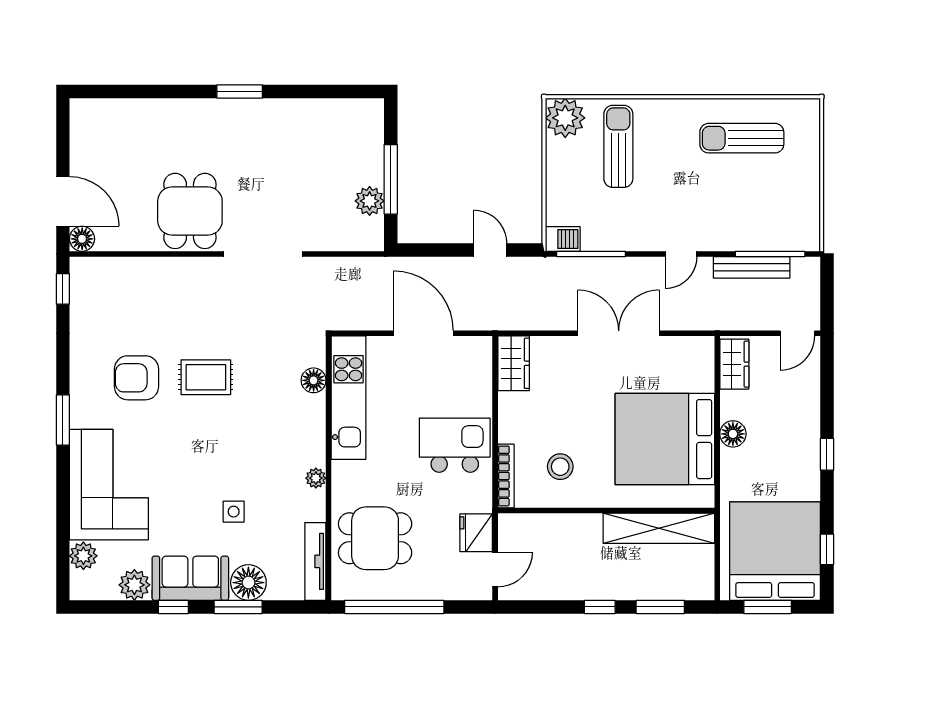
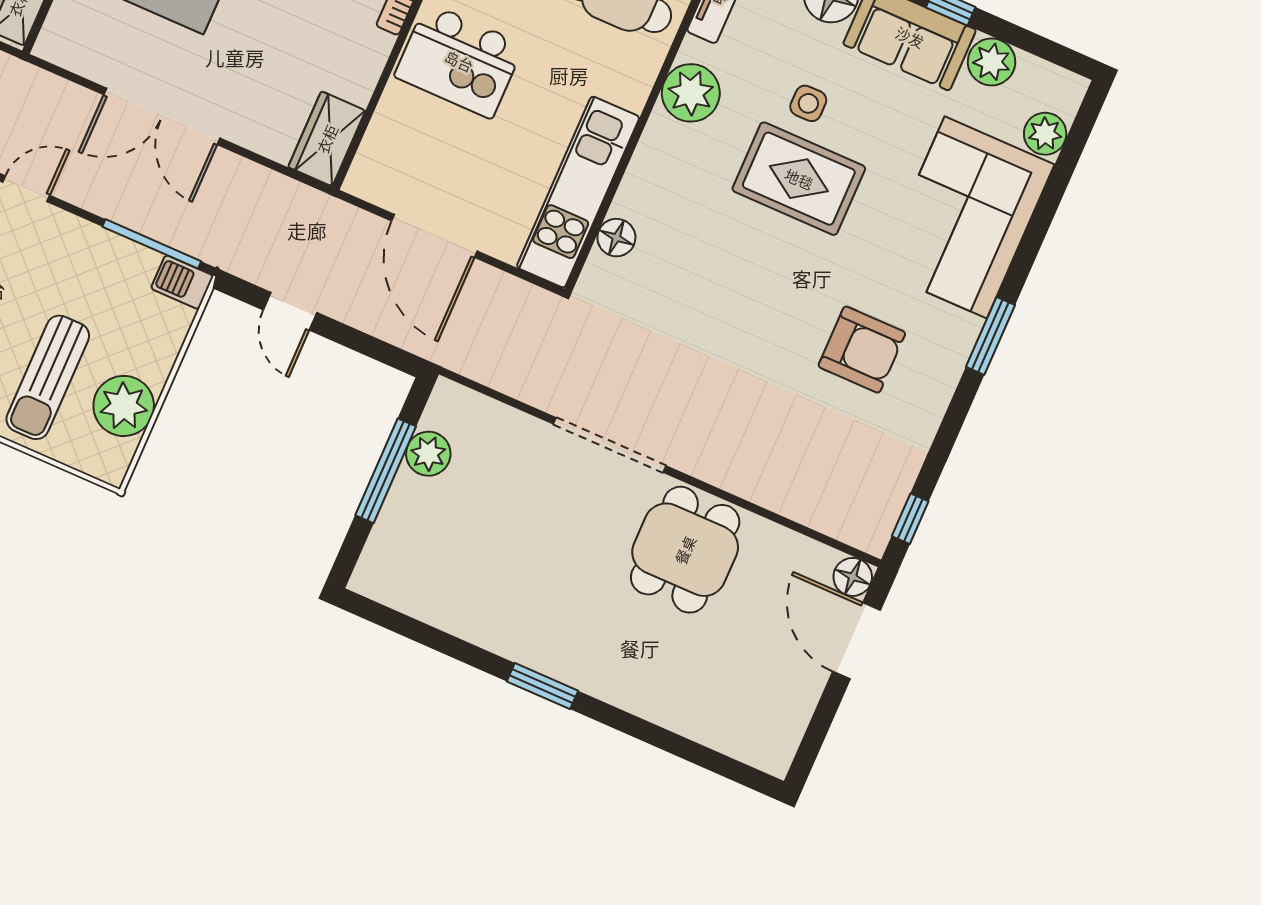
plant: (565, 118) -> (124, 406), moved
rug: (206, 377) -> (799, 179), moved, width x1.36, depth x1.43
plant: (316, 478) -> (691, 93), width x1.87, depth x1.87

